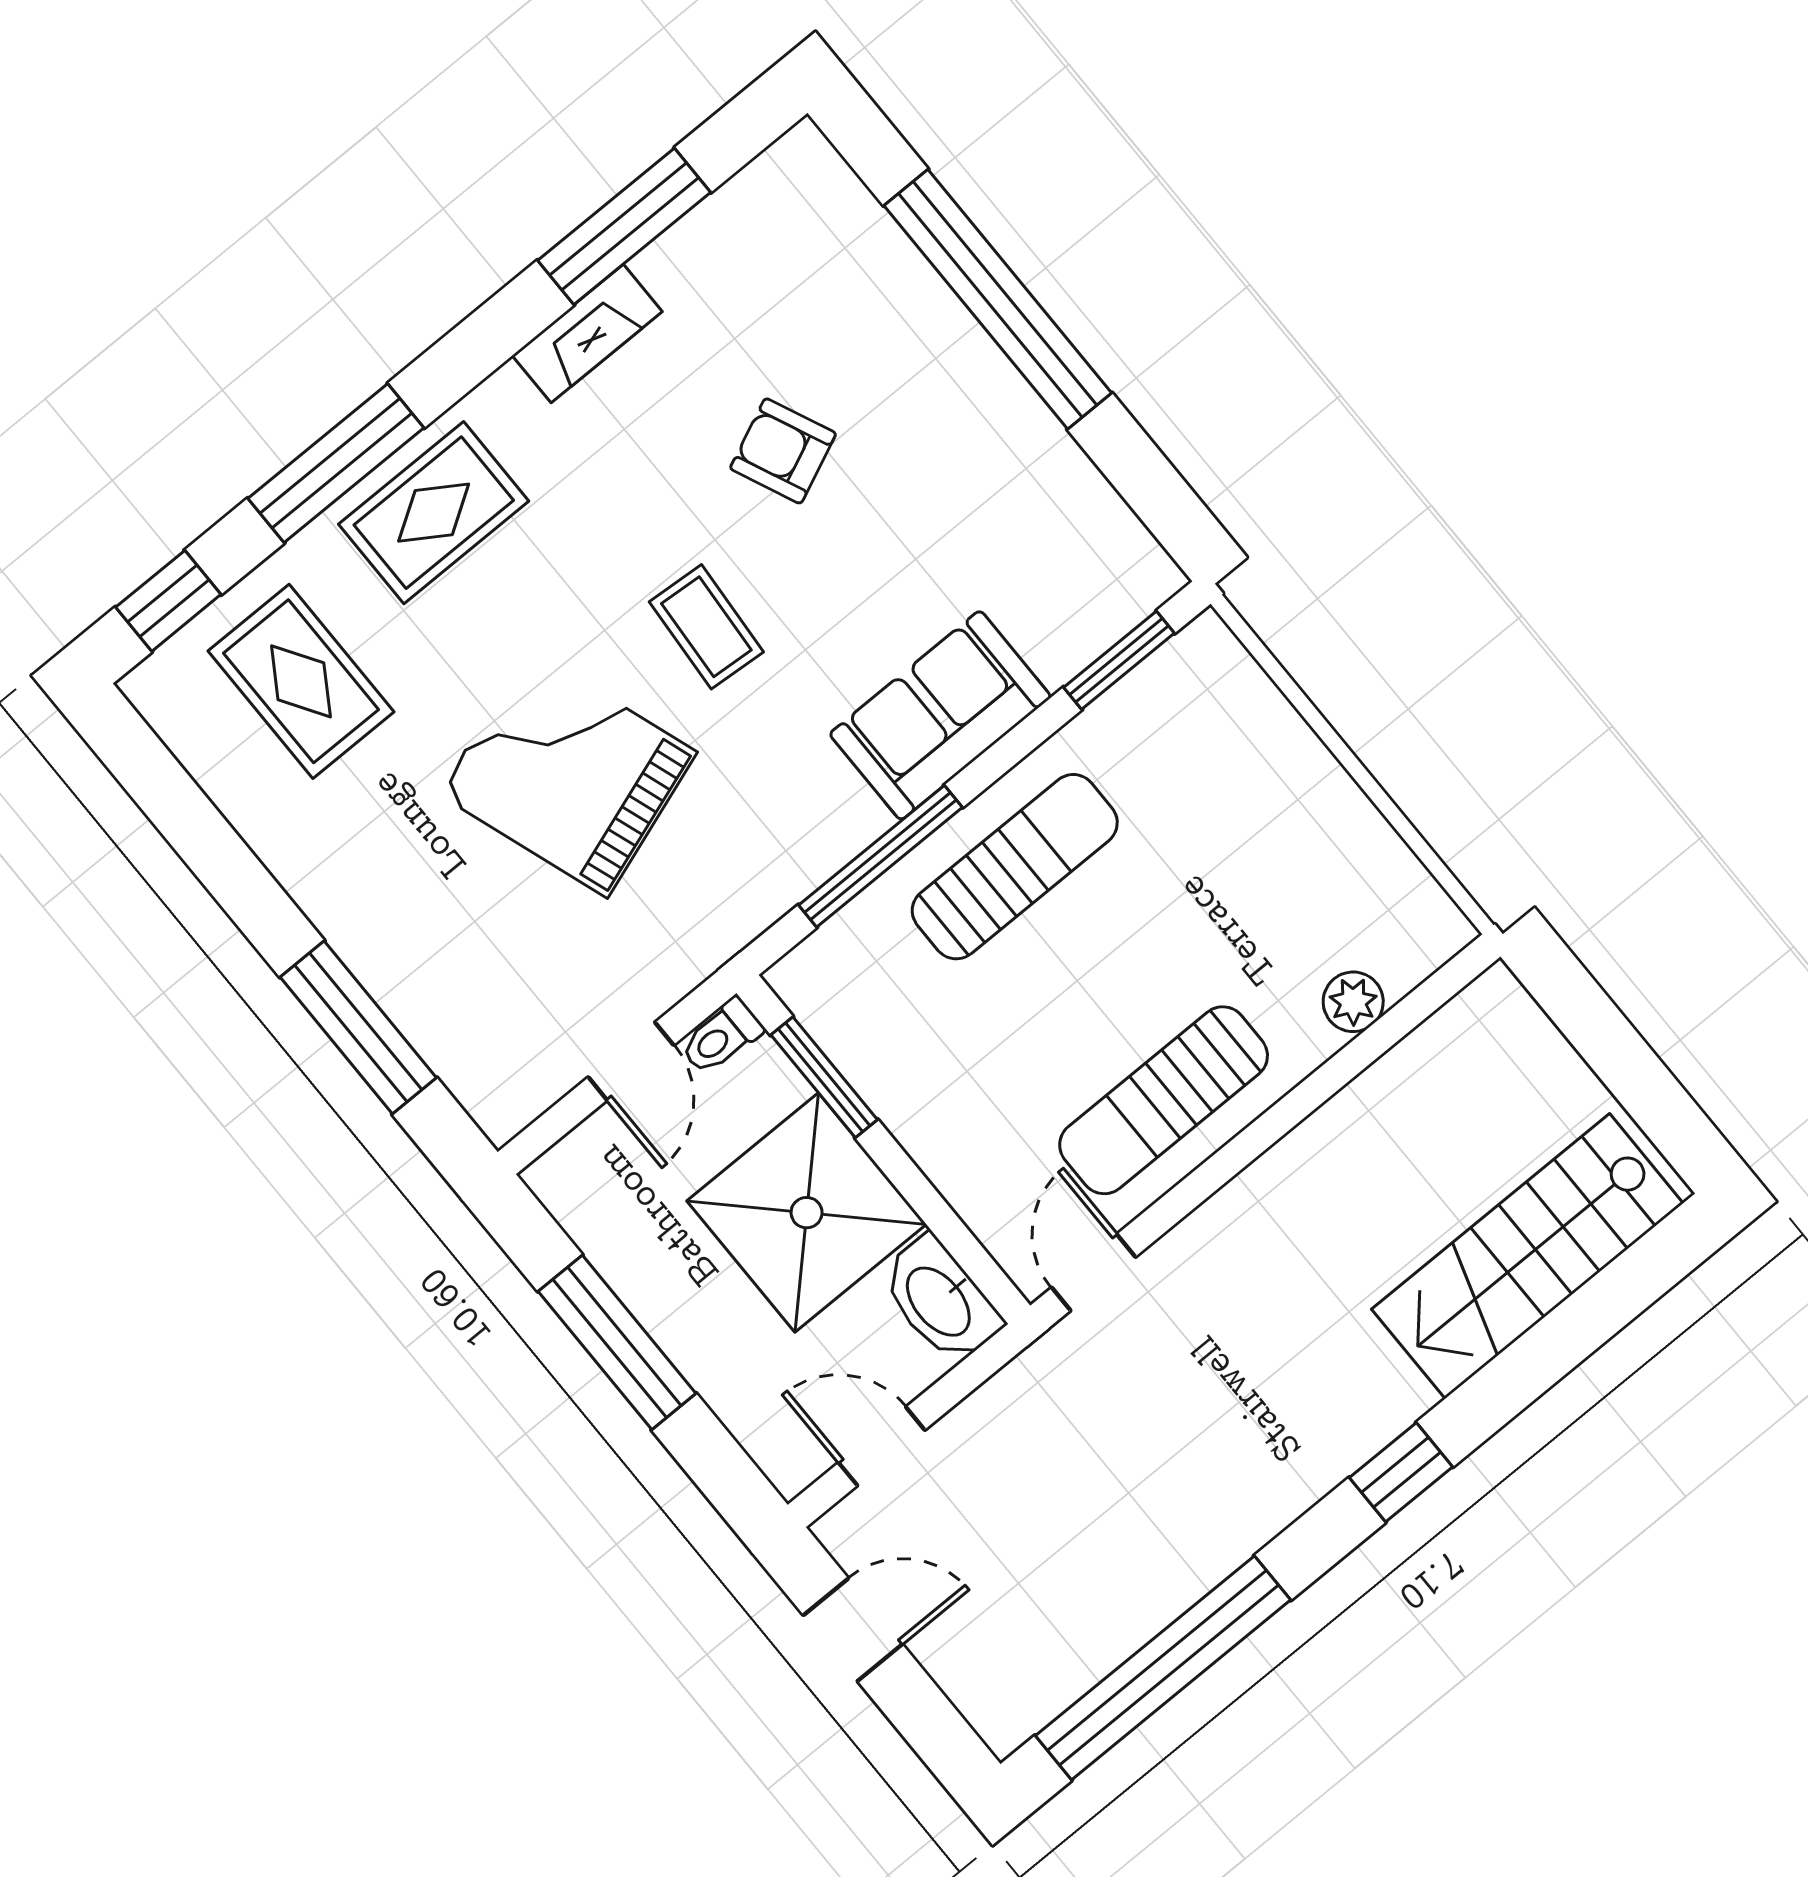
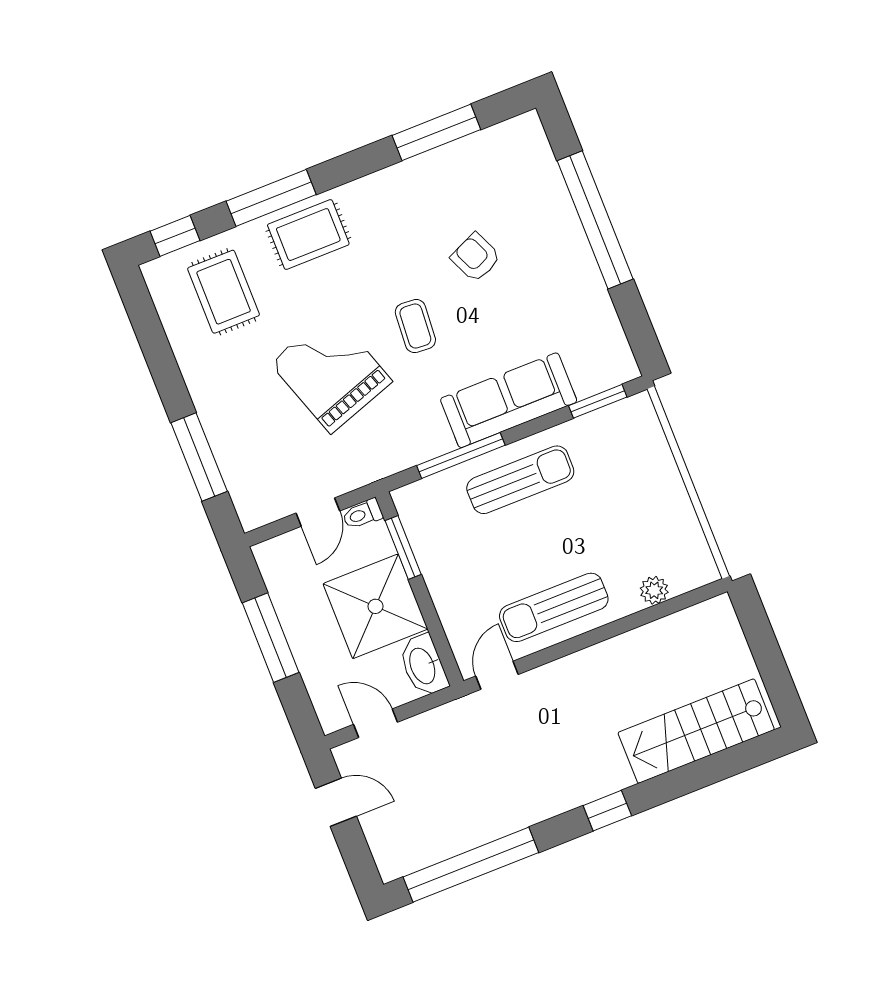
fireplace: (587, 334) -> (404, 176), removed
sofa: (940, 715) -> (509, 400), width x1.36

